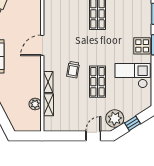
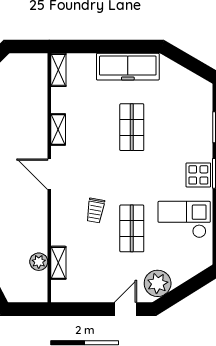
door: (42, 45) -> (49, 174), hinge flipped
shelving: (48, 82) -> (58, 129), moved
window: (133, 123) -> (184, 290), removed

